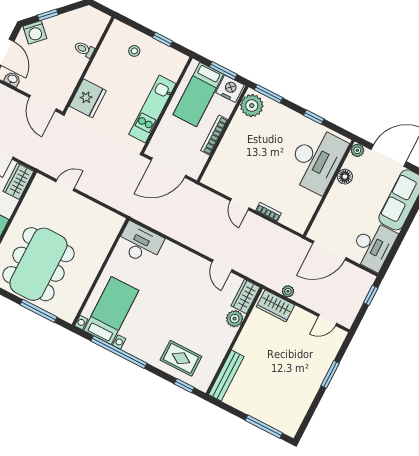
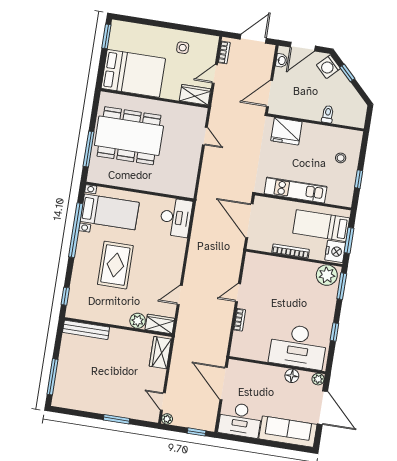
plant: (288, 291) -> (167, 419), moved
rug: (181, 358) -> (115, 265), moved, width x1.36, depth x1.43

